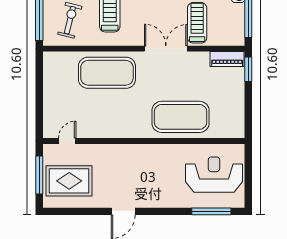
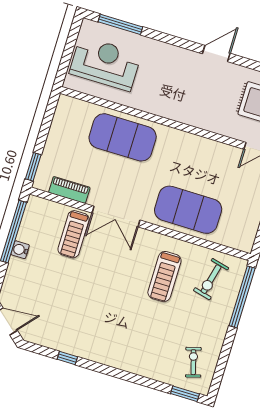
piano: (227, 59) -> (69, 190), moved
reception desk: (214, 175) -> (105, 64), turned 180

